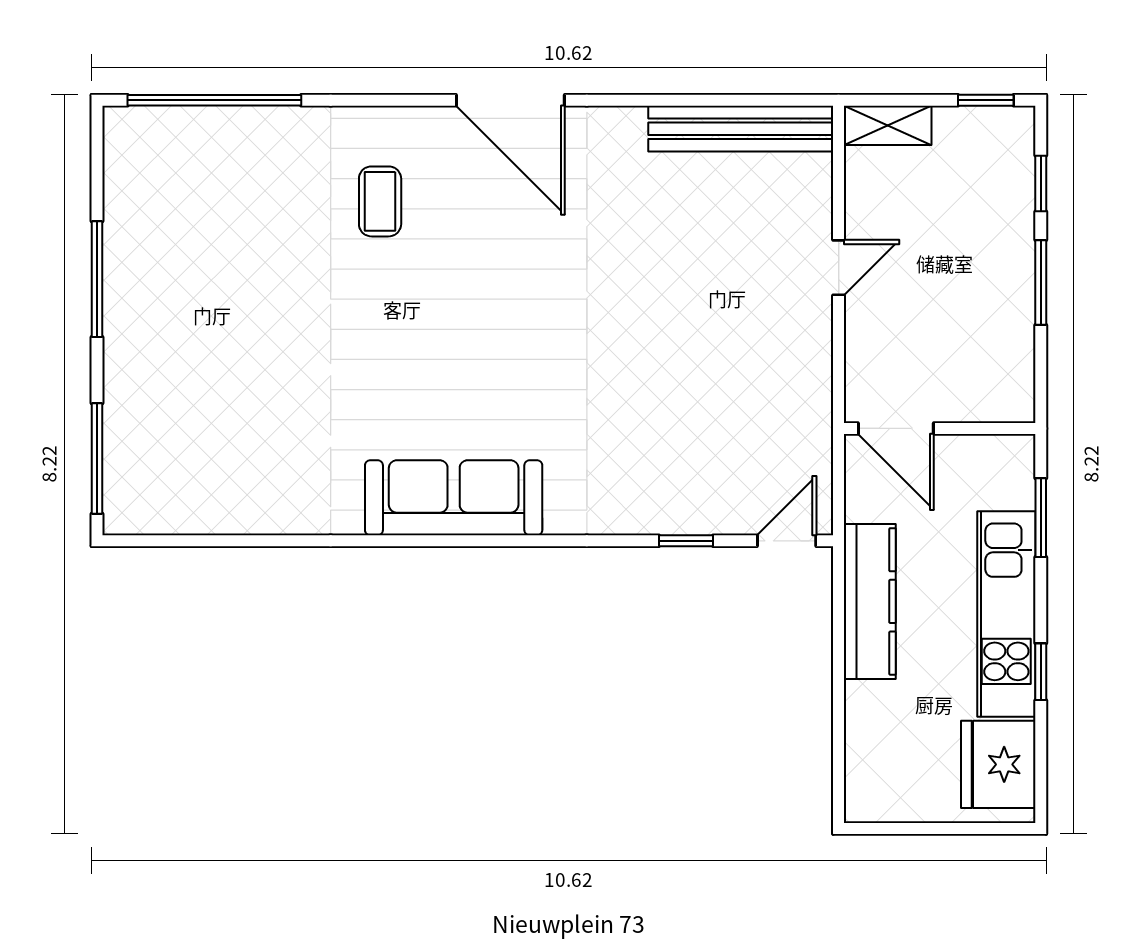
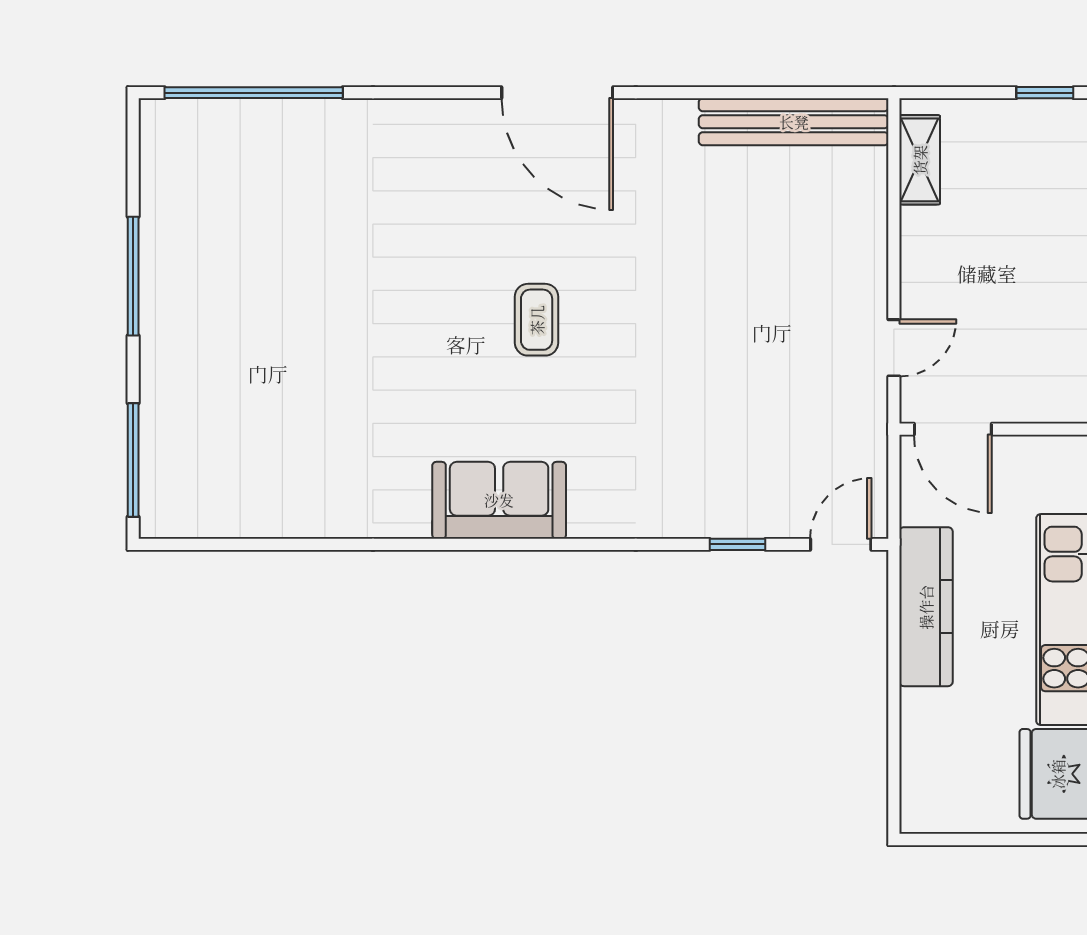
shelving: (888, 125) -> (920, 160), moved, turned 90
coffee table: (380, 201) -> (537, 320), moved
door: (839, 268) -> (894, 348), moved
sofa: (454, 498) -> (499, 500), width x0.73

